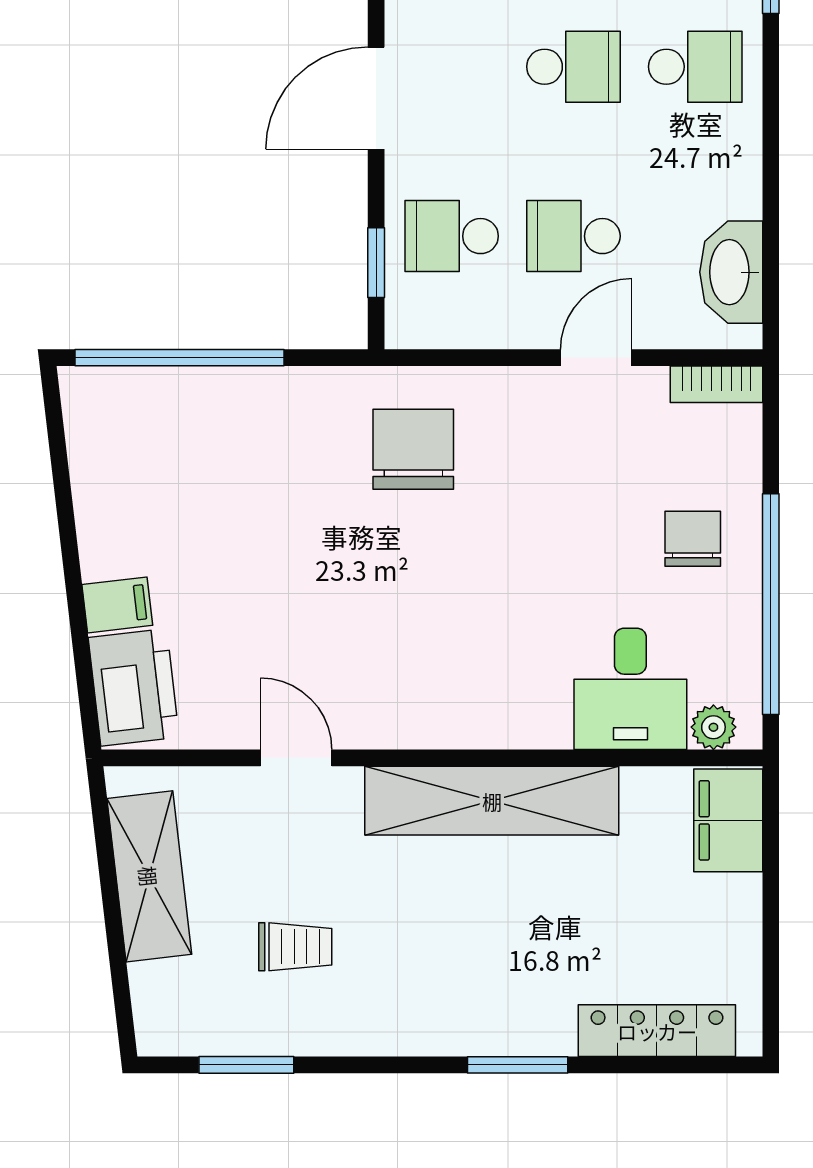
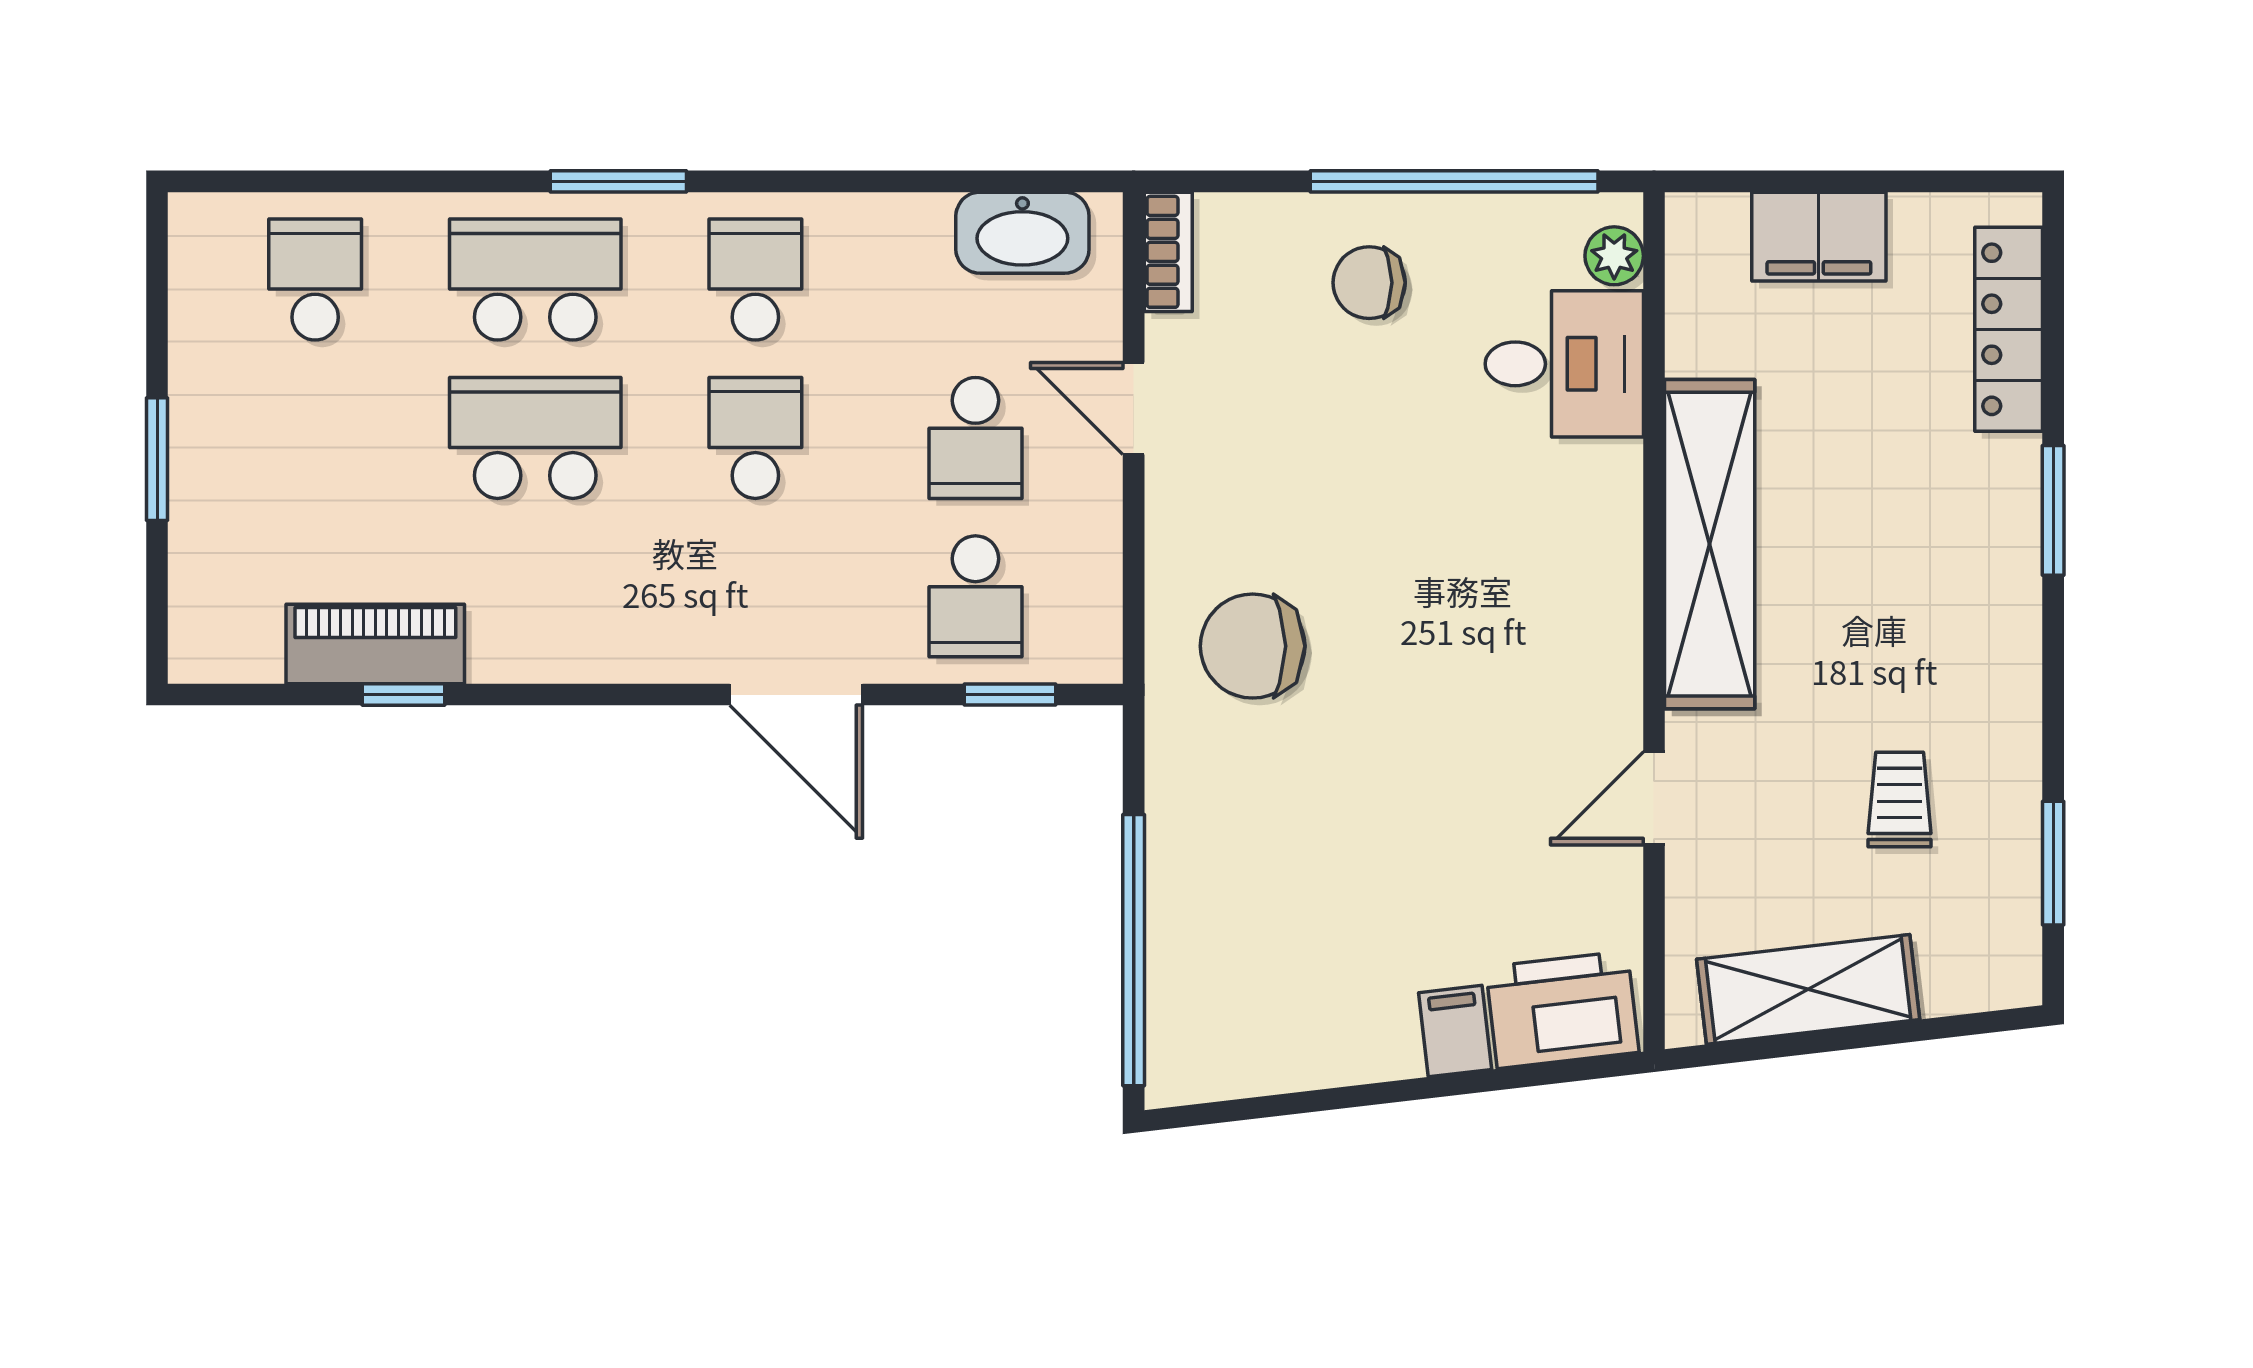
filing cabinet: (728, 820) -> (1819, 237), moved

